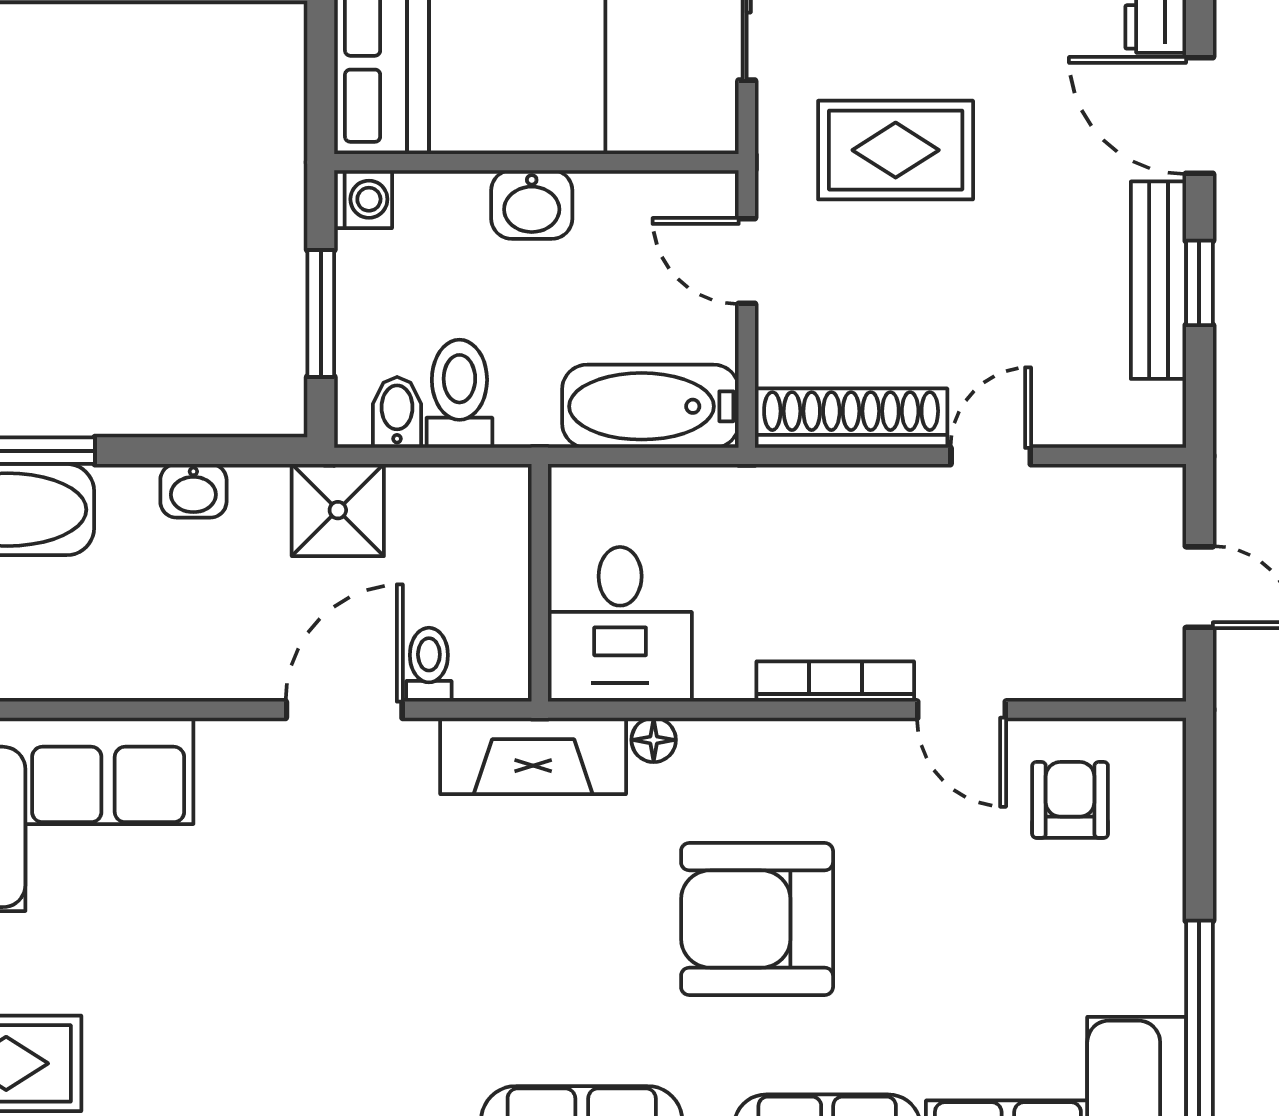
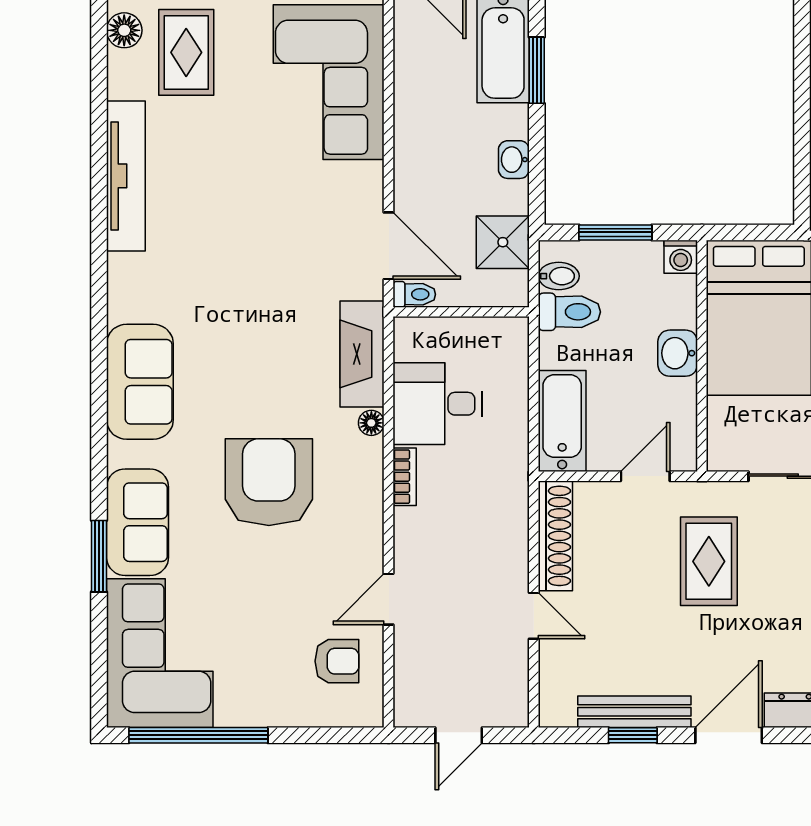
wall: (540, 583) -> (461, 312), moved
bookcase: (835, 682) -> (405, 477), moved, width x0.64

